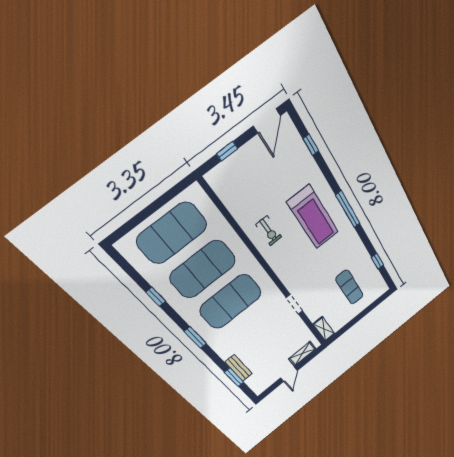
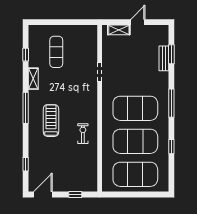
treadmill: (313, 217) -> (51, 121), width x0.73, depth x0.73
shelving: (324, 329) -> (33, 79), moved
window: (195, 338) -> (171, 103), width x1.44

